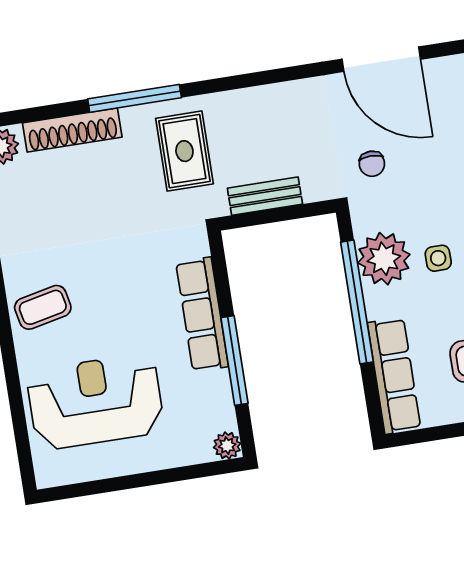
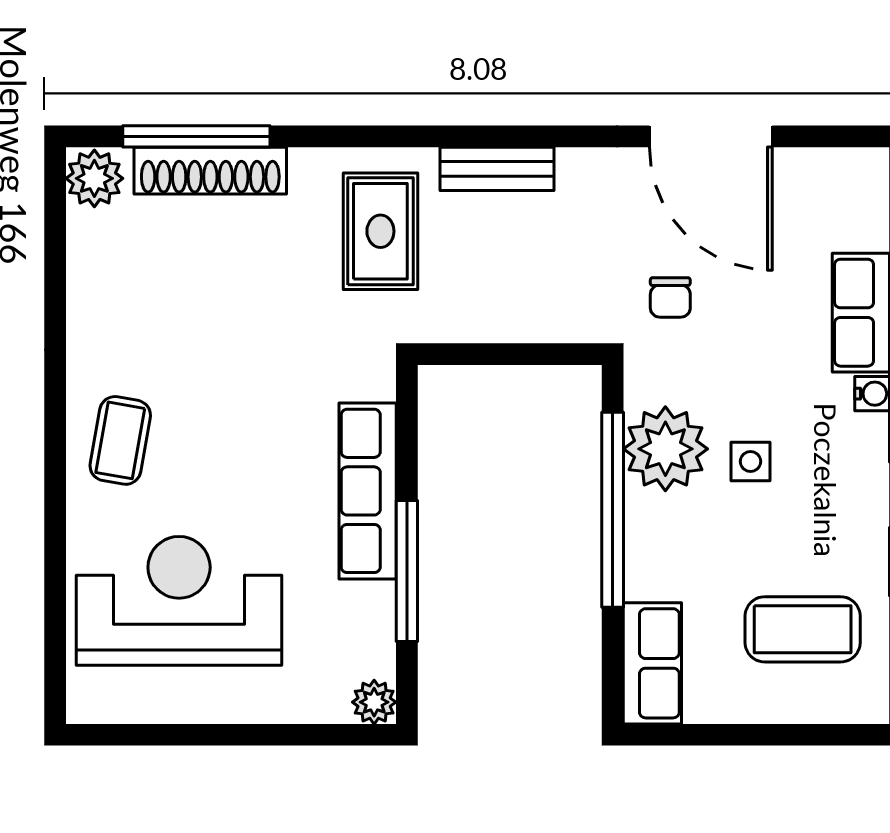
window: (135, 98) -> (196, 136), moved
bench: (265, 196) -> (497, 169), moved
coffee table: (43, 307) -> (120, 440), turned -68
row of seats: (394, 376) -> (652, 663), width x0.68

